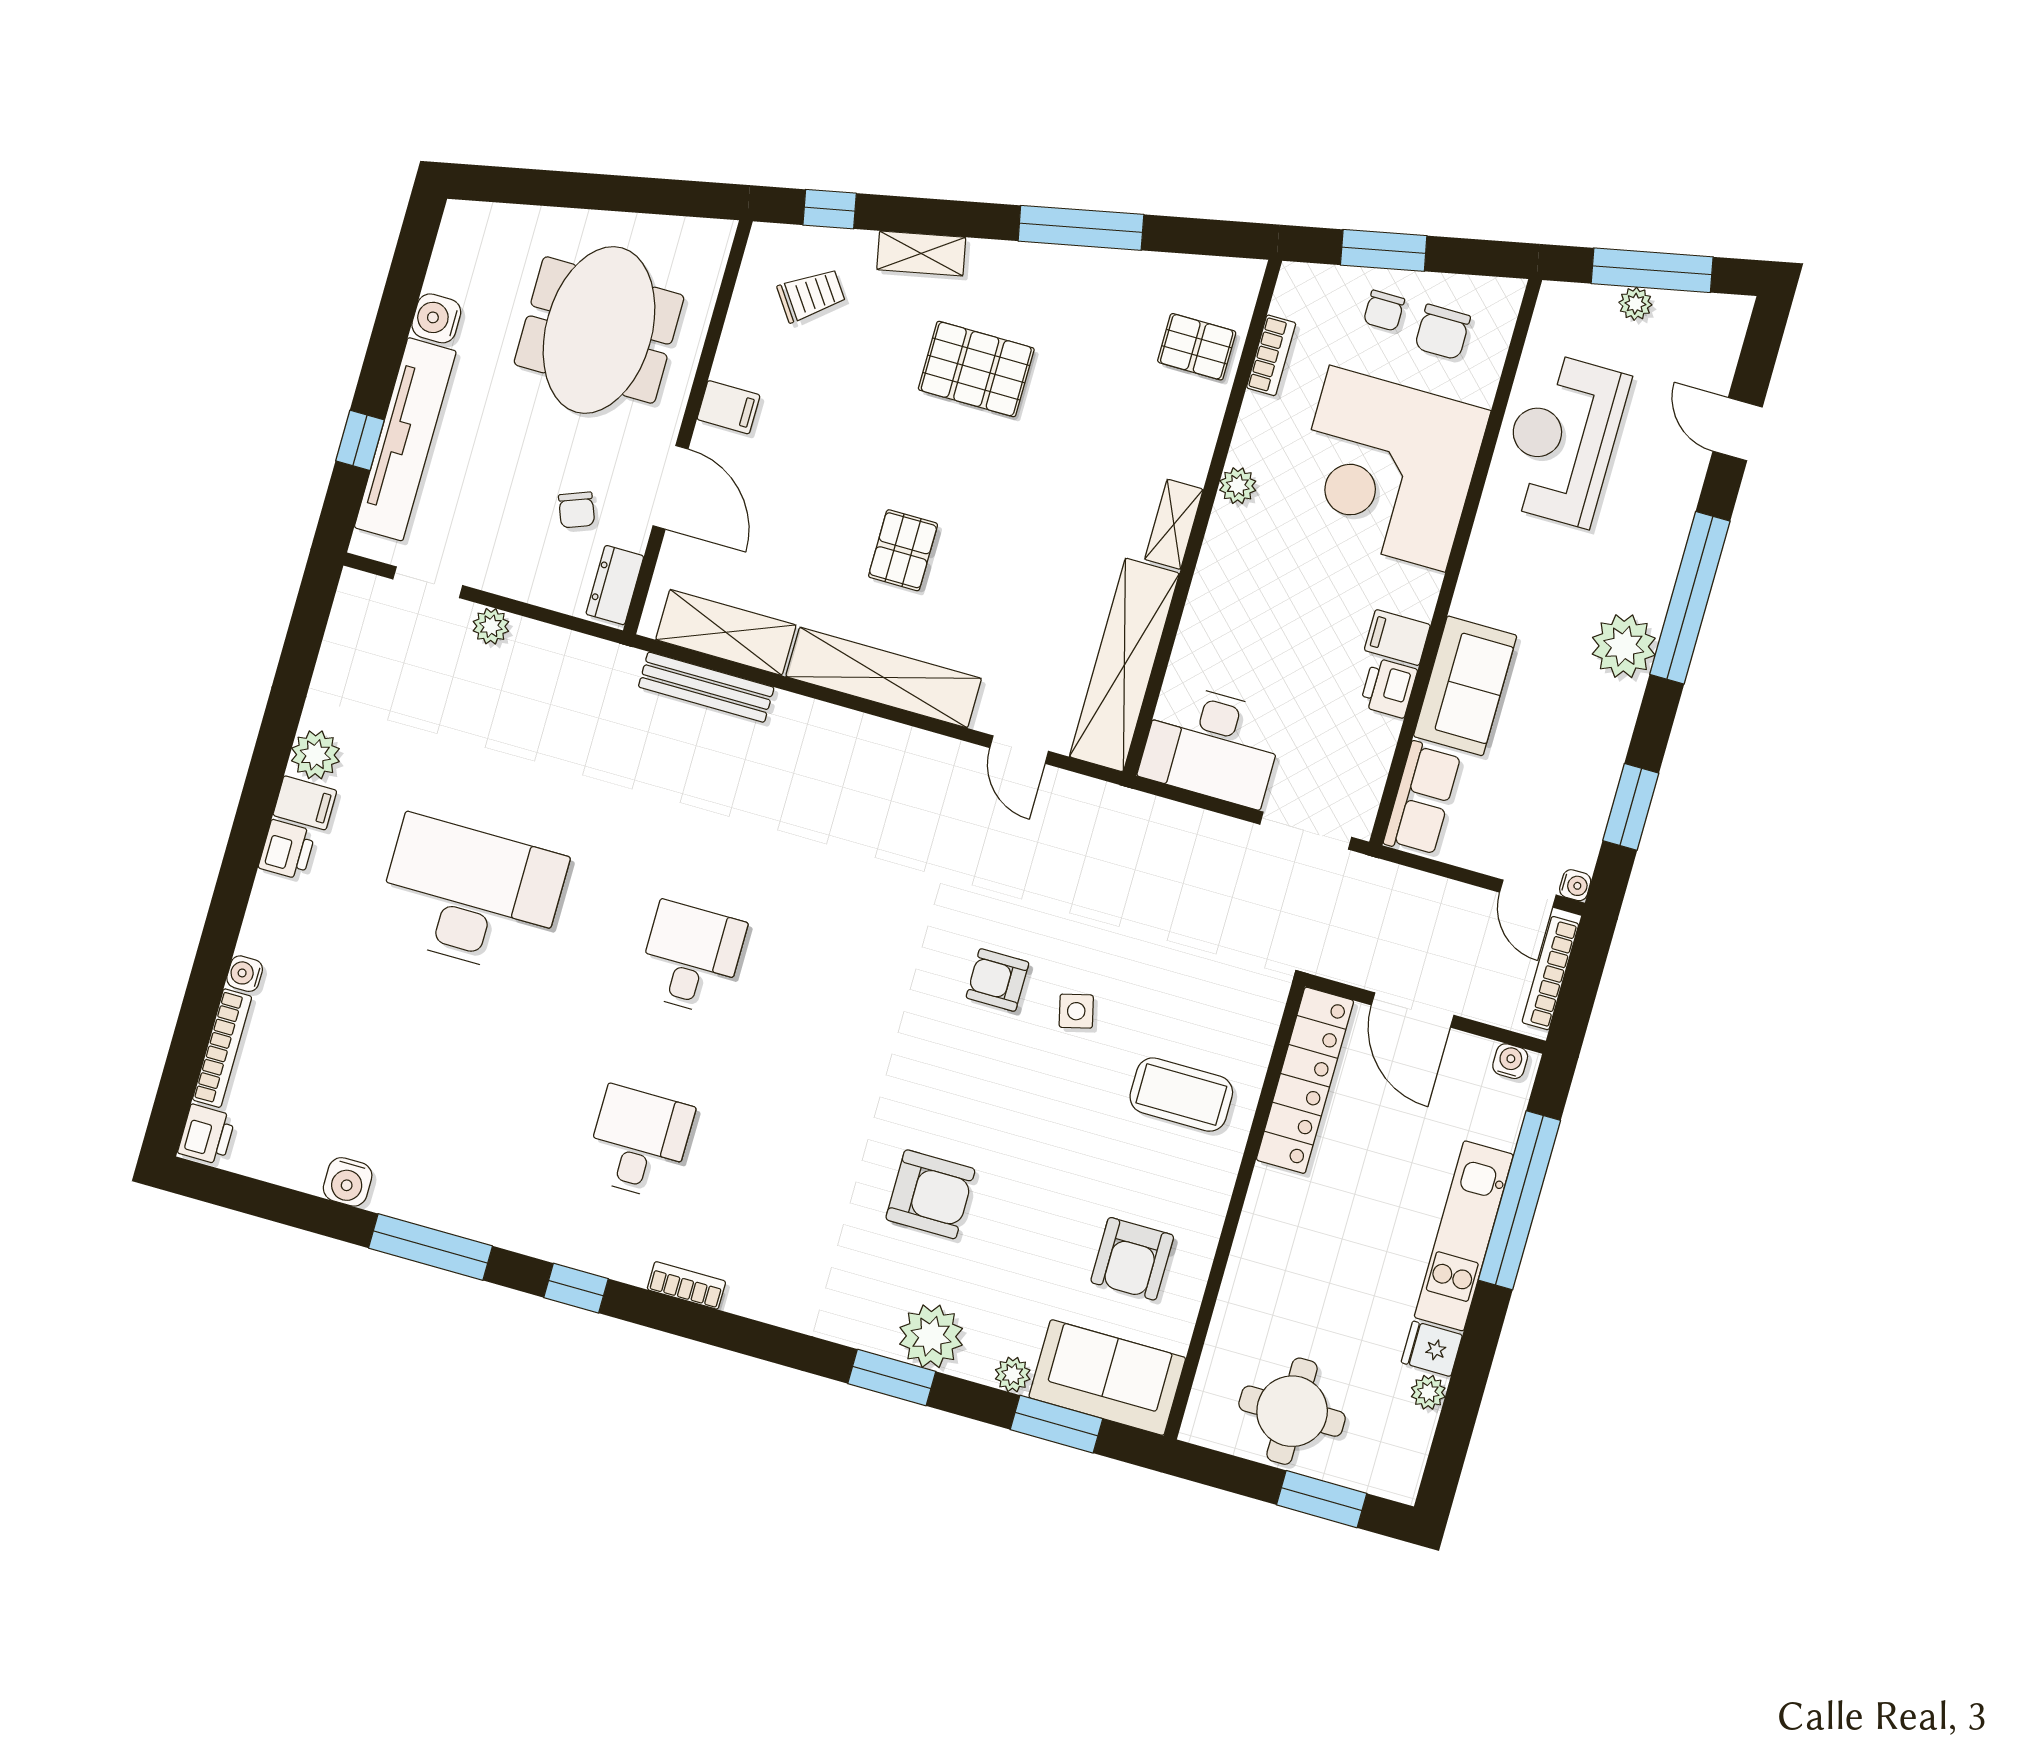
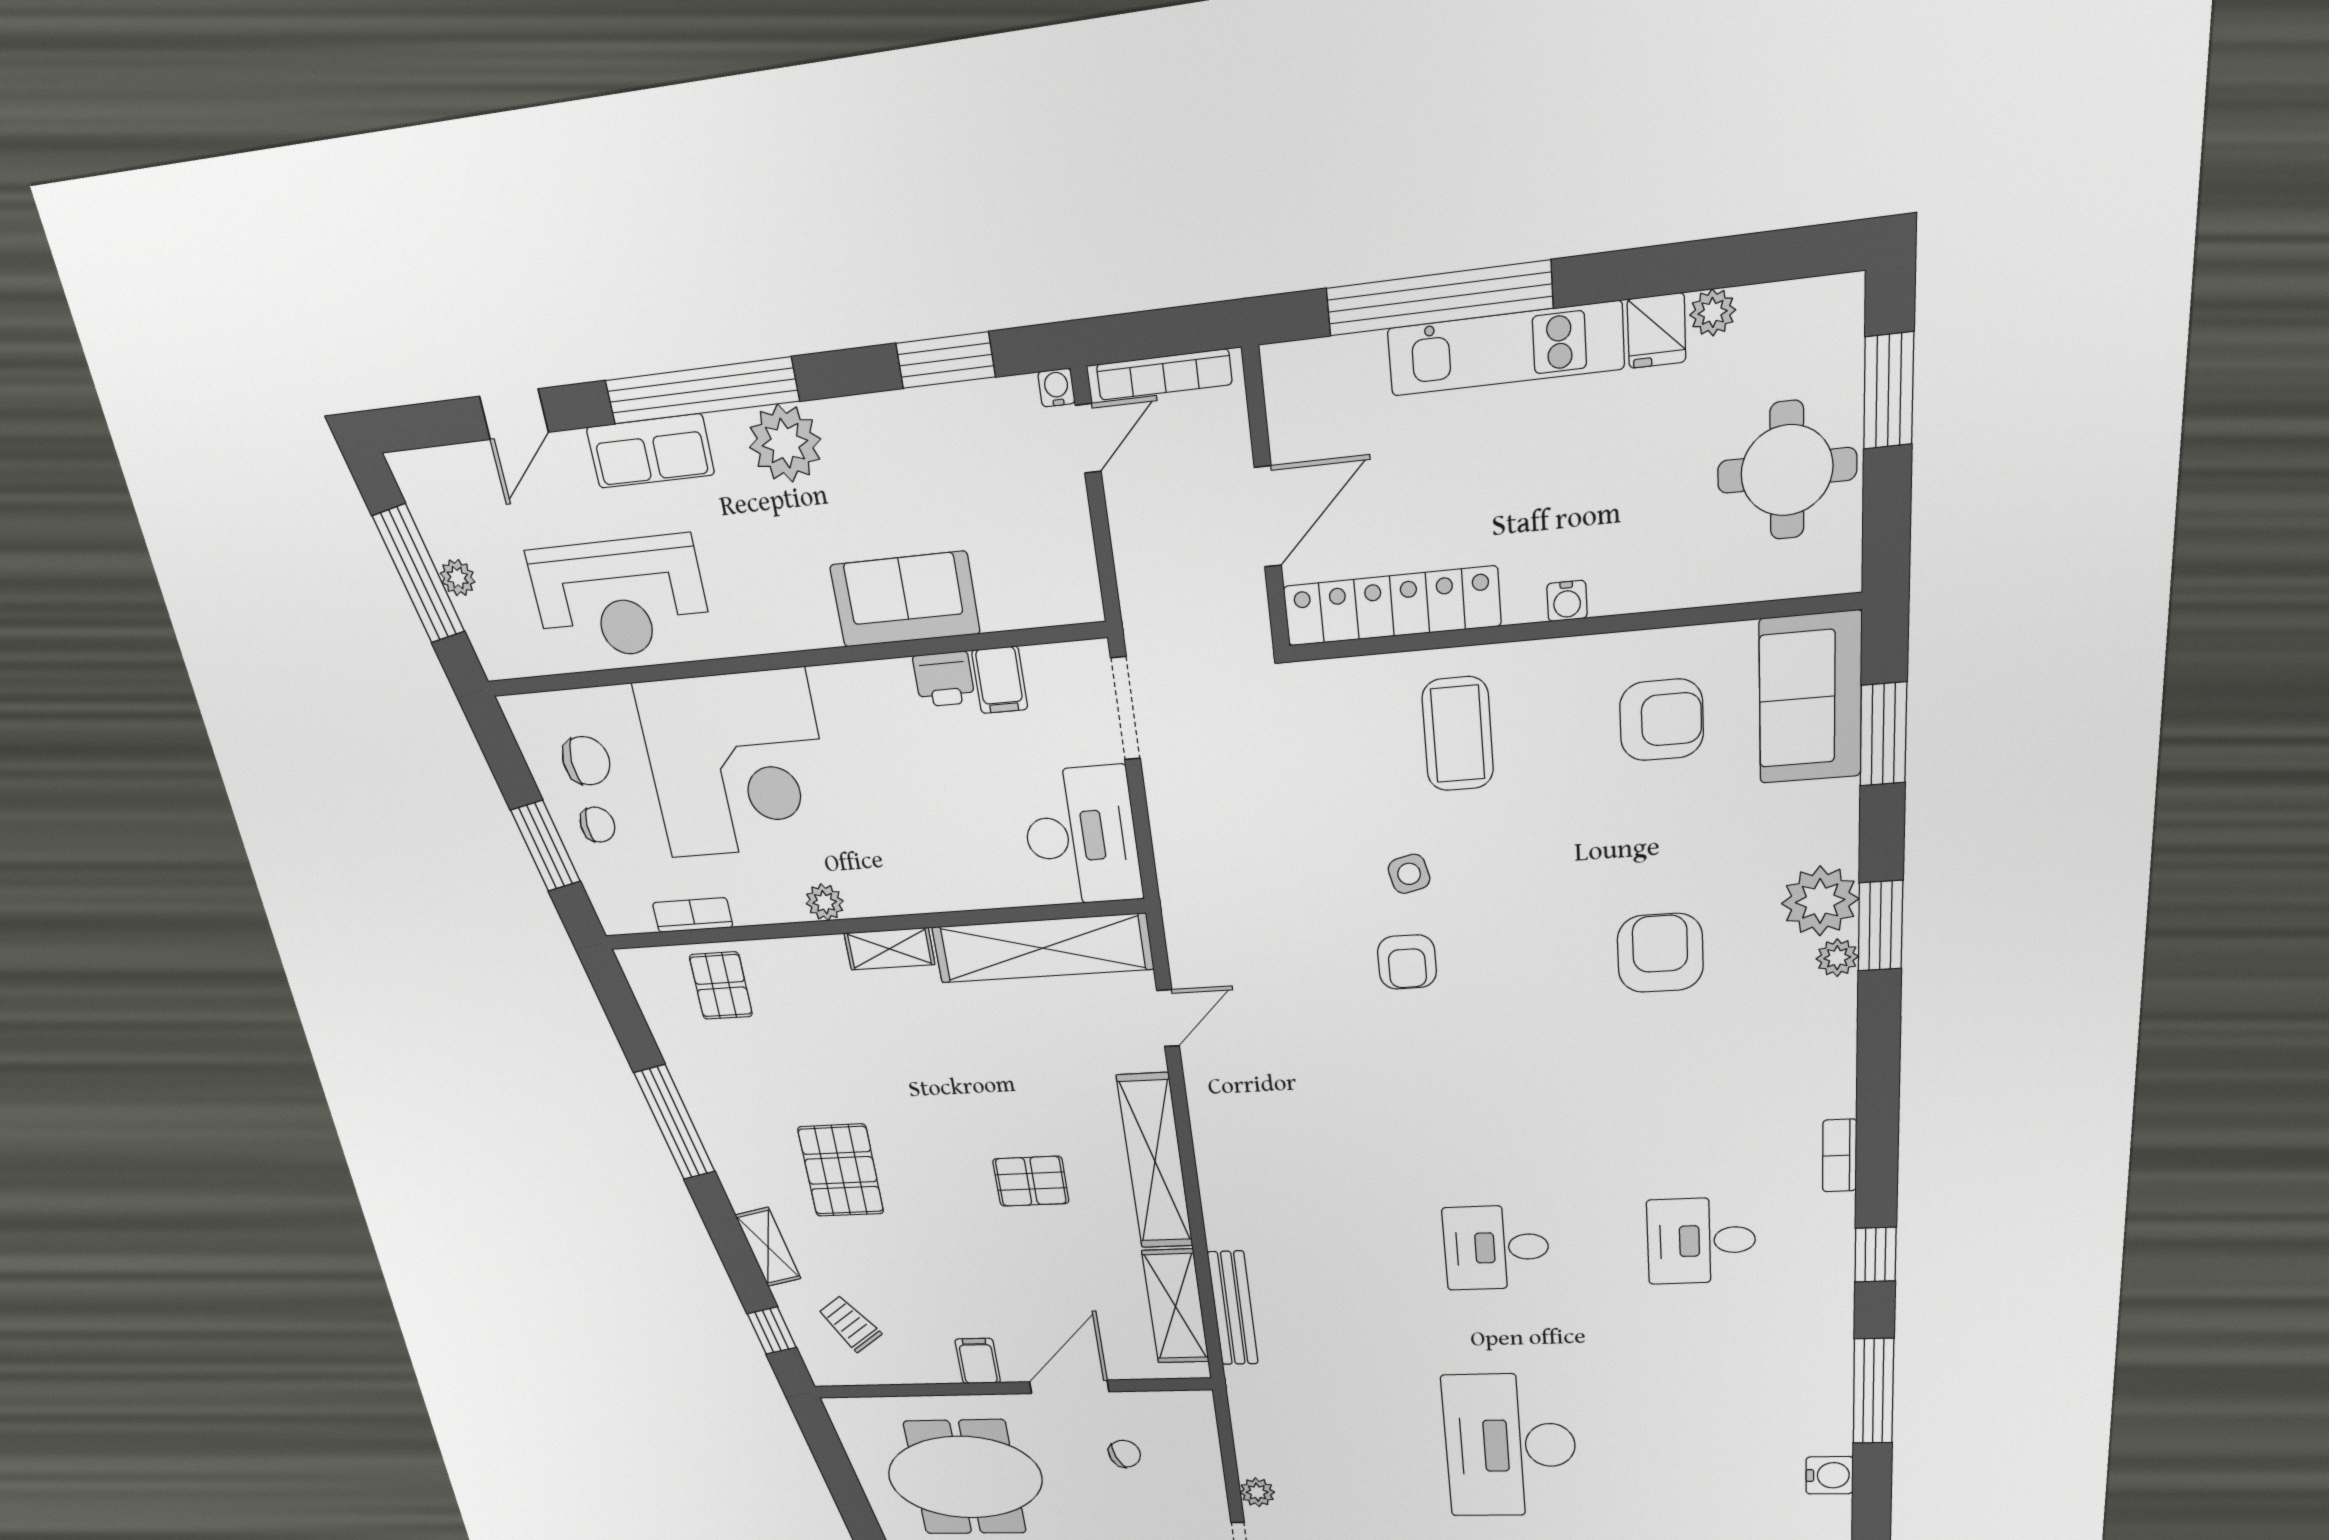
dresser: (615, 585) -> (1176, 1407), removed
filing cabinet: (1397, 638) -> (1000, 680), moved
row of seats: (1422, 799) -> (650, 451), moved, turned 180
water cooler: (1510, 1061) -> (1567, 601), moved, turned -90
plant: (1013, 1374) -> (1837, 958), moved

